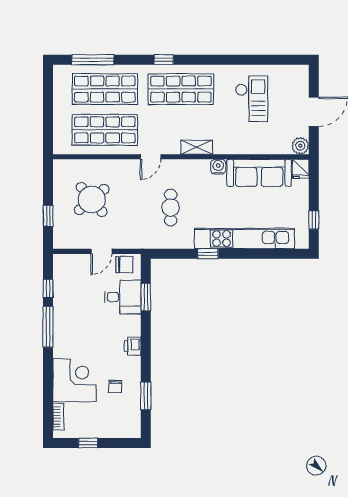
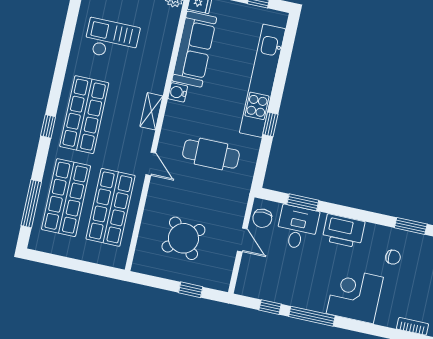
cafe table: (171, 208) -> (211, 154), width x1.37, depth x1.35
chair: (124, 265) -> (262, 218), turned 180
printer: (133, 346) -> (344, 231), width x1.87, depth x1.48
corner desk: (74, 380) -> (355, 295), moved

